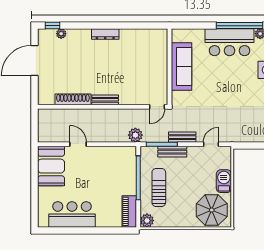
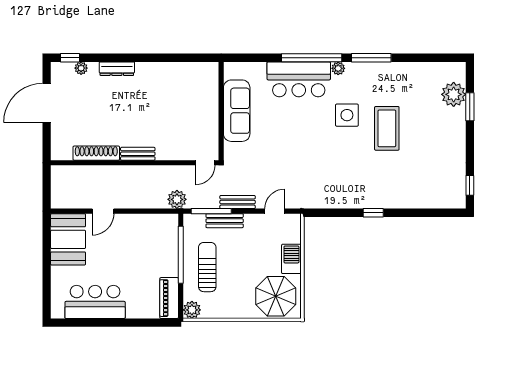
dresser: (105, 34) -> (117, 69), moved
door: (78, 144) -> (103, 211), swing flipped

